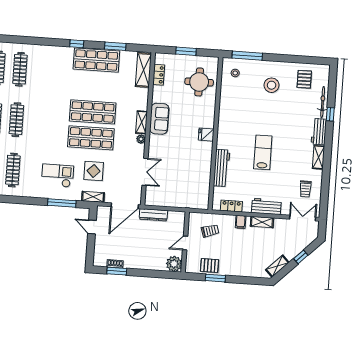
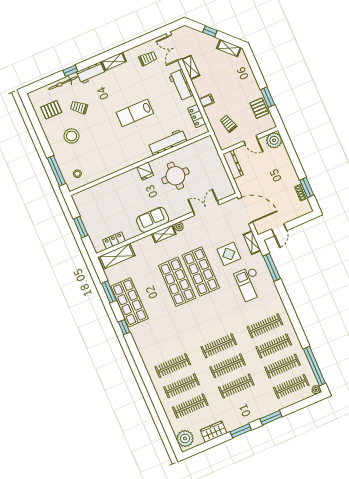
round table: (199, 82) -> (175, 176), moved
trolley: (294, 105) -> (79, 107), added
dresser: (153, 215) -> (233, 164), moved
shelving: (262, 222) -> (191, 67), moved

